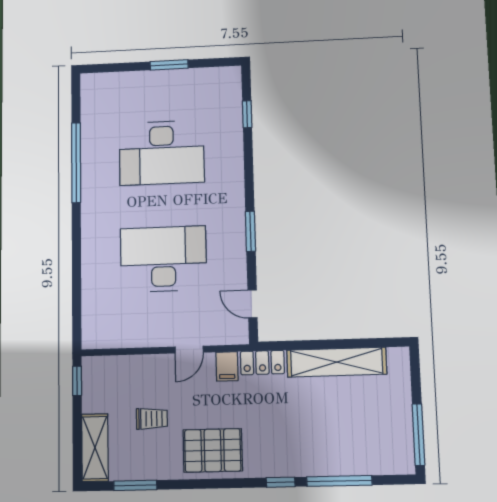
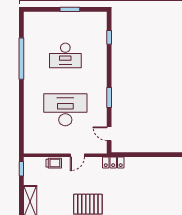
desk: (162, 153) -> (65, 55), width x0.73, depth x0.77
shelving: (337, 362) -> (149, 163), removed
filing cabinet: (227, 366) -> (96, 164), removed
trolley: (152, 419) -> (54, 163), moved

